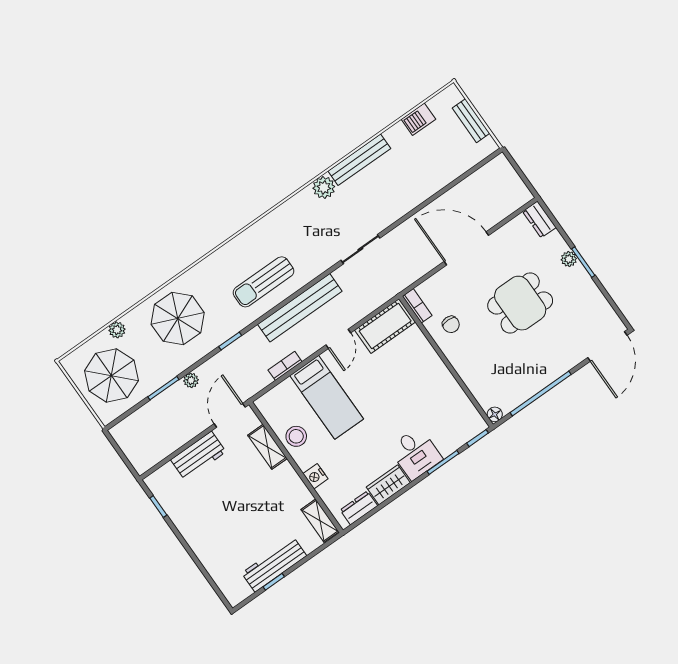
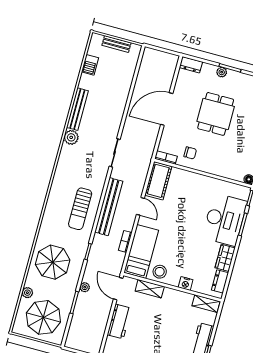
bed: (327, 397) -> (141, 251), moved, turned -90
desk: (416, 454) -> (225, 220), width x1.87, depth x1.30

